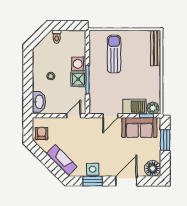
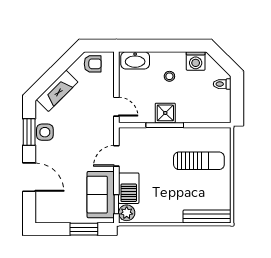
washing machine: (79, 64) -> (196, 61), moved, turned 180
door: (110, 116) -> (116, 156), hinge flipped
floor lamp: (153, 168) -> (46, 212), removed

